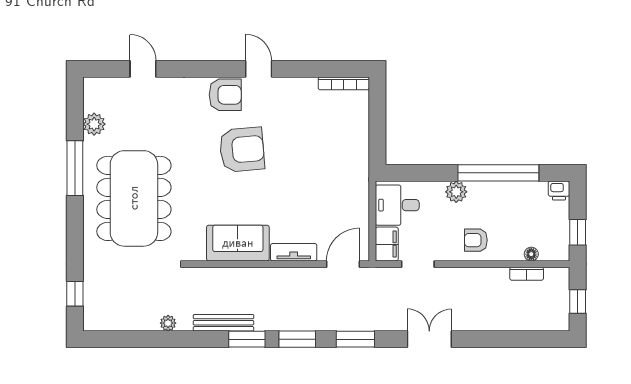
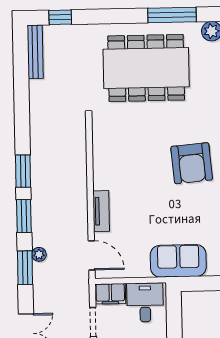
sofa: (238, 243) -> (178, 261), moved, turned -90
plant: (168, 323) -> (39, 254), moved
bench: (223, 323) -> (35, 52), moved

